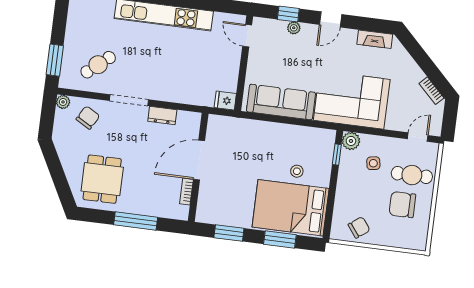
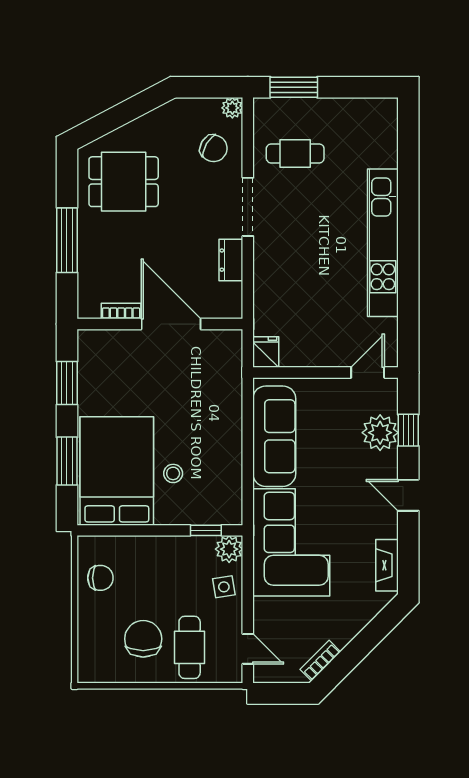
plant: (294, 28) -> (380, 433), width x1.88, depth x1.88
cafe table: (98, 65) -> (295, 153), turned -50
side table: (373, 163) -> (224, 587), moved
chair: (359, 227) -> (100, 578), turned -53

